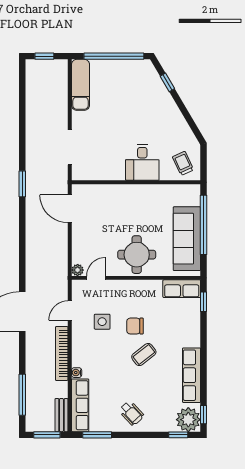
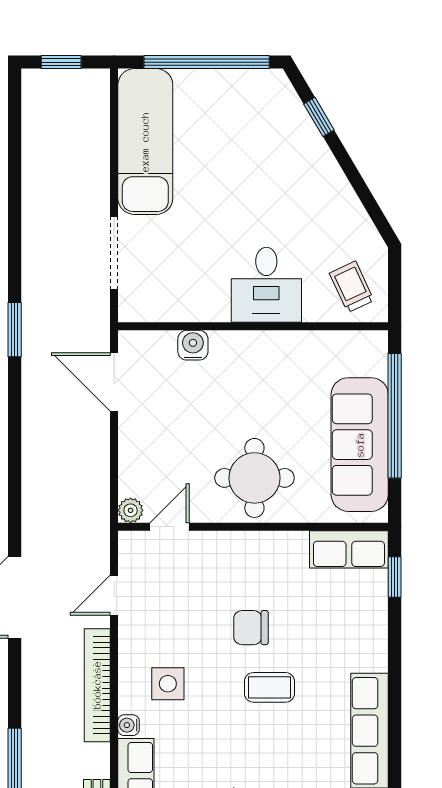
exam couch: (80, 85) -> (145, 142), width x1.36, depth x1.45
water cooler: (107, 191) -> (193, 345), added
side table: (102, 322) -> (168, 684), moved
coffee table: (144, 355) -> (269, 687), turned 38

